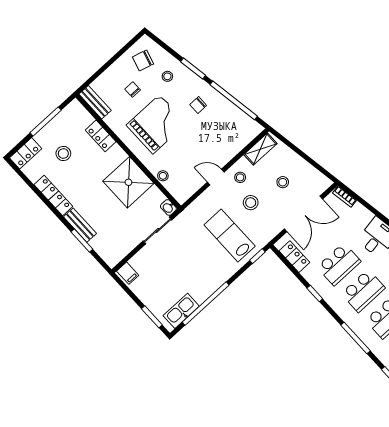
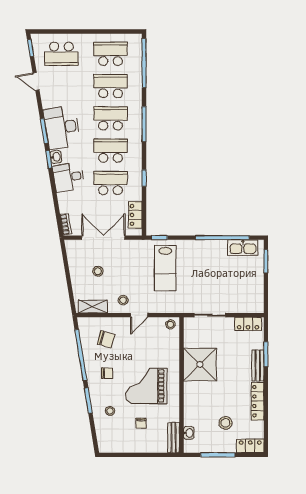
chair: (143, 60) -> (106, 339), moved
locker: (101, 136) -> (248, 324), moved, turned 90
stool: (163, 176) -> (170, 324), moved
door: (216, 177) -> (139, 315), hinge flipped
stool: (251, 203) -> (131, 277), removed
washbasin: (168, 207) -> (189, 433), moved
filing cabinet: (128, 273) -> (255, 305), removed

